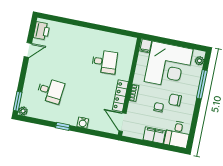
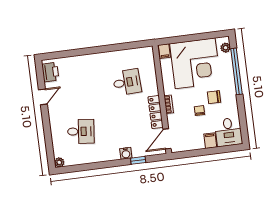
window: (202, 84) -> (236, 71), width x1.46
window: (18, 101) -> (50, 154), removed
door: (122, 122) -> (167, 139), hinge flipped
window: (63, 126) -> (138, 160), moved
filing cabinet: (154, 135) -> (210, 141), width x0.50

